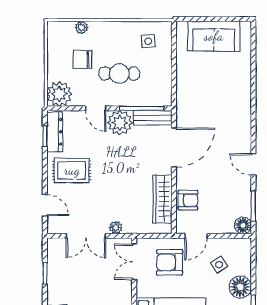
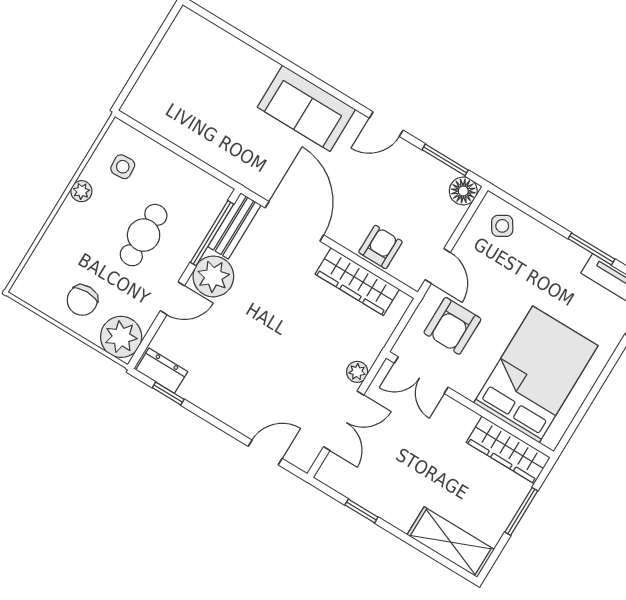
plant: (81, 27) -> (81, 191), moved
sofa: (214, 36) -> (306, 108), moved, turned 90
chair: (82, 59) -> (82, 300), moved
dresser: (55, 132) -> (162, 371), width x0.70
rug: (72, 170) -> (239, 385), removed
side table: (219, 265) -> (502, 226), moved
floor lamp: (240, 287) -> (548, 248), removed

